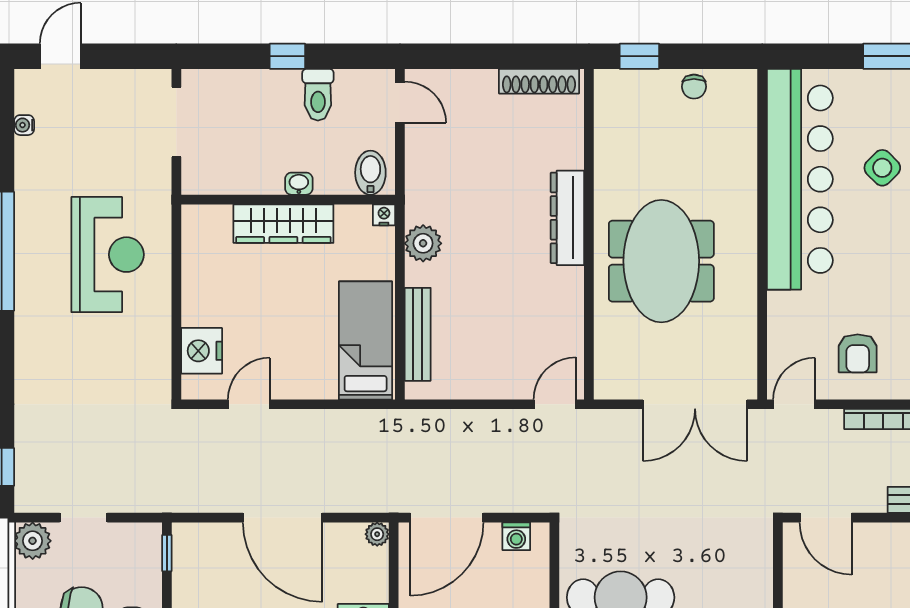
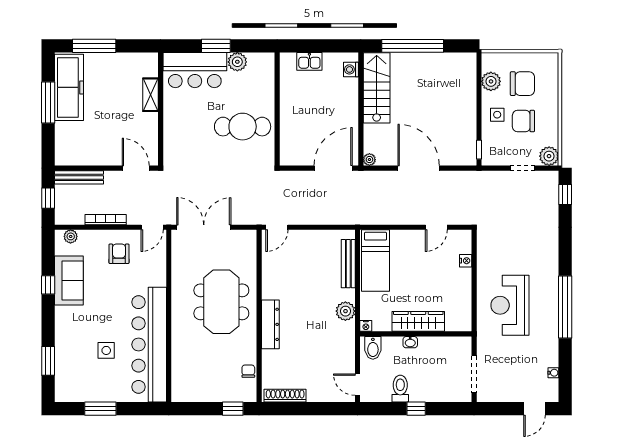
chair: (694, 87) -> (248, 371), moved
side table: (882, 168) -> (106, 350), turned 45
nightstand: (202, 351) -> (466, 261), width x0.53, depth x0.56
washing machine: (516, 536) -> (297, 158), removed

